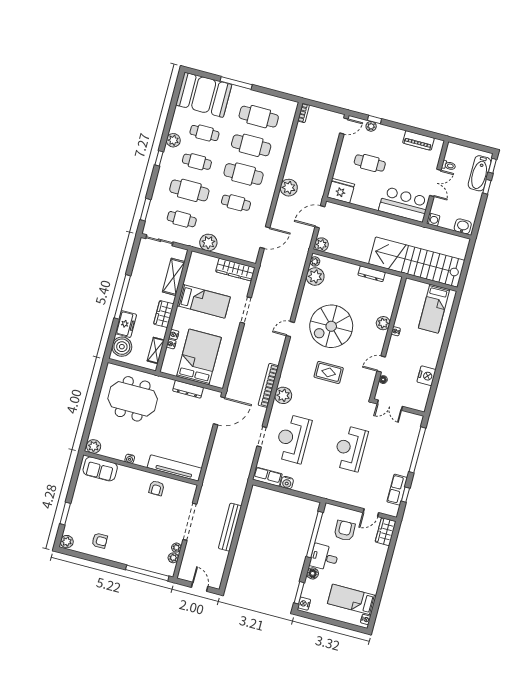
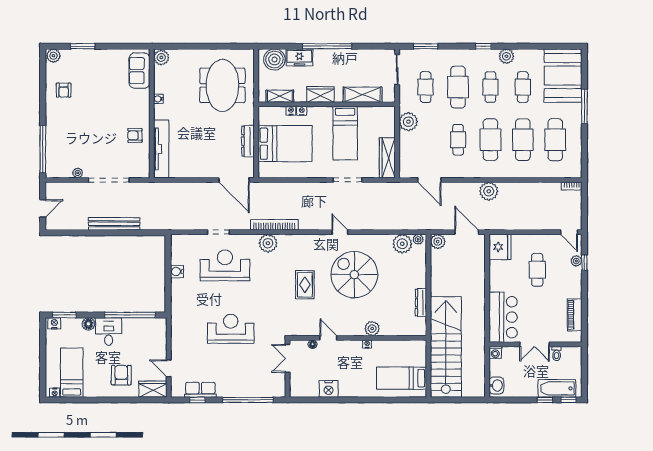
row of seats: (267, 477) -> (178, 249), removed
armchair: (345, 531) -> (121, 375), moved, turned -88
plant: (173, 558) -> (66, 173), removed

